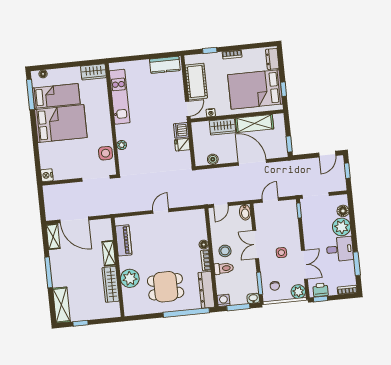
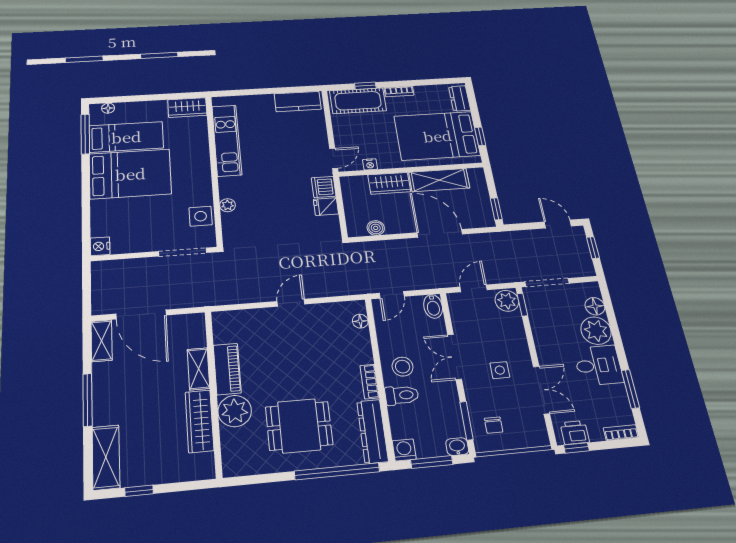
cot: (196, 82) -> (358, 101), moved, turned 90
door: (327, 154) -> (558, 224), swing flipped
piano: (124, 240) -> (227, 369), moved
floor lamp: (204, 245) -> (360, 321), moved
plant: (298, 292) -> (507, 301), moved

